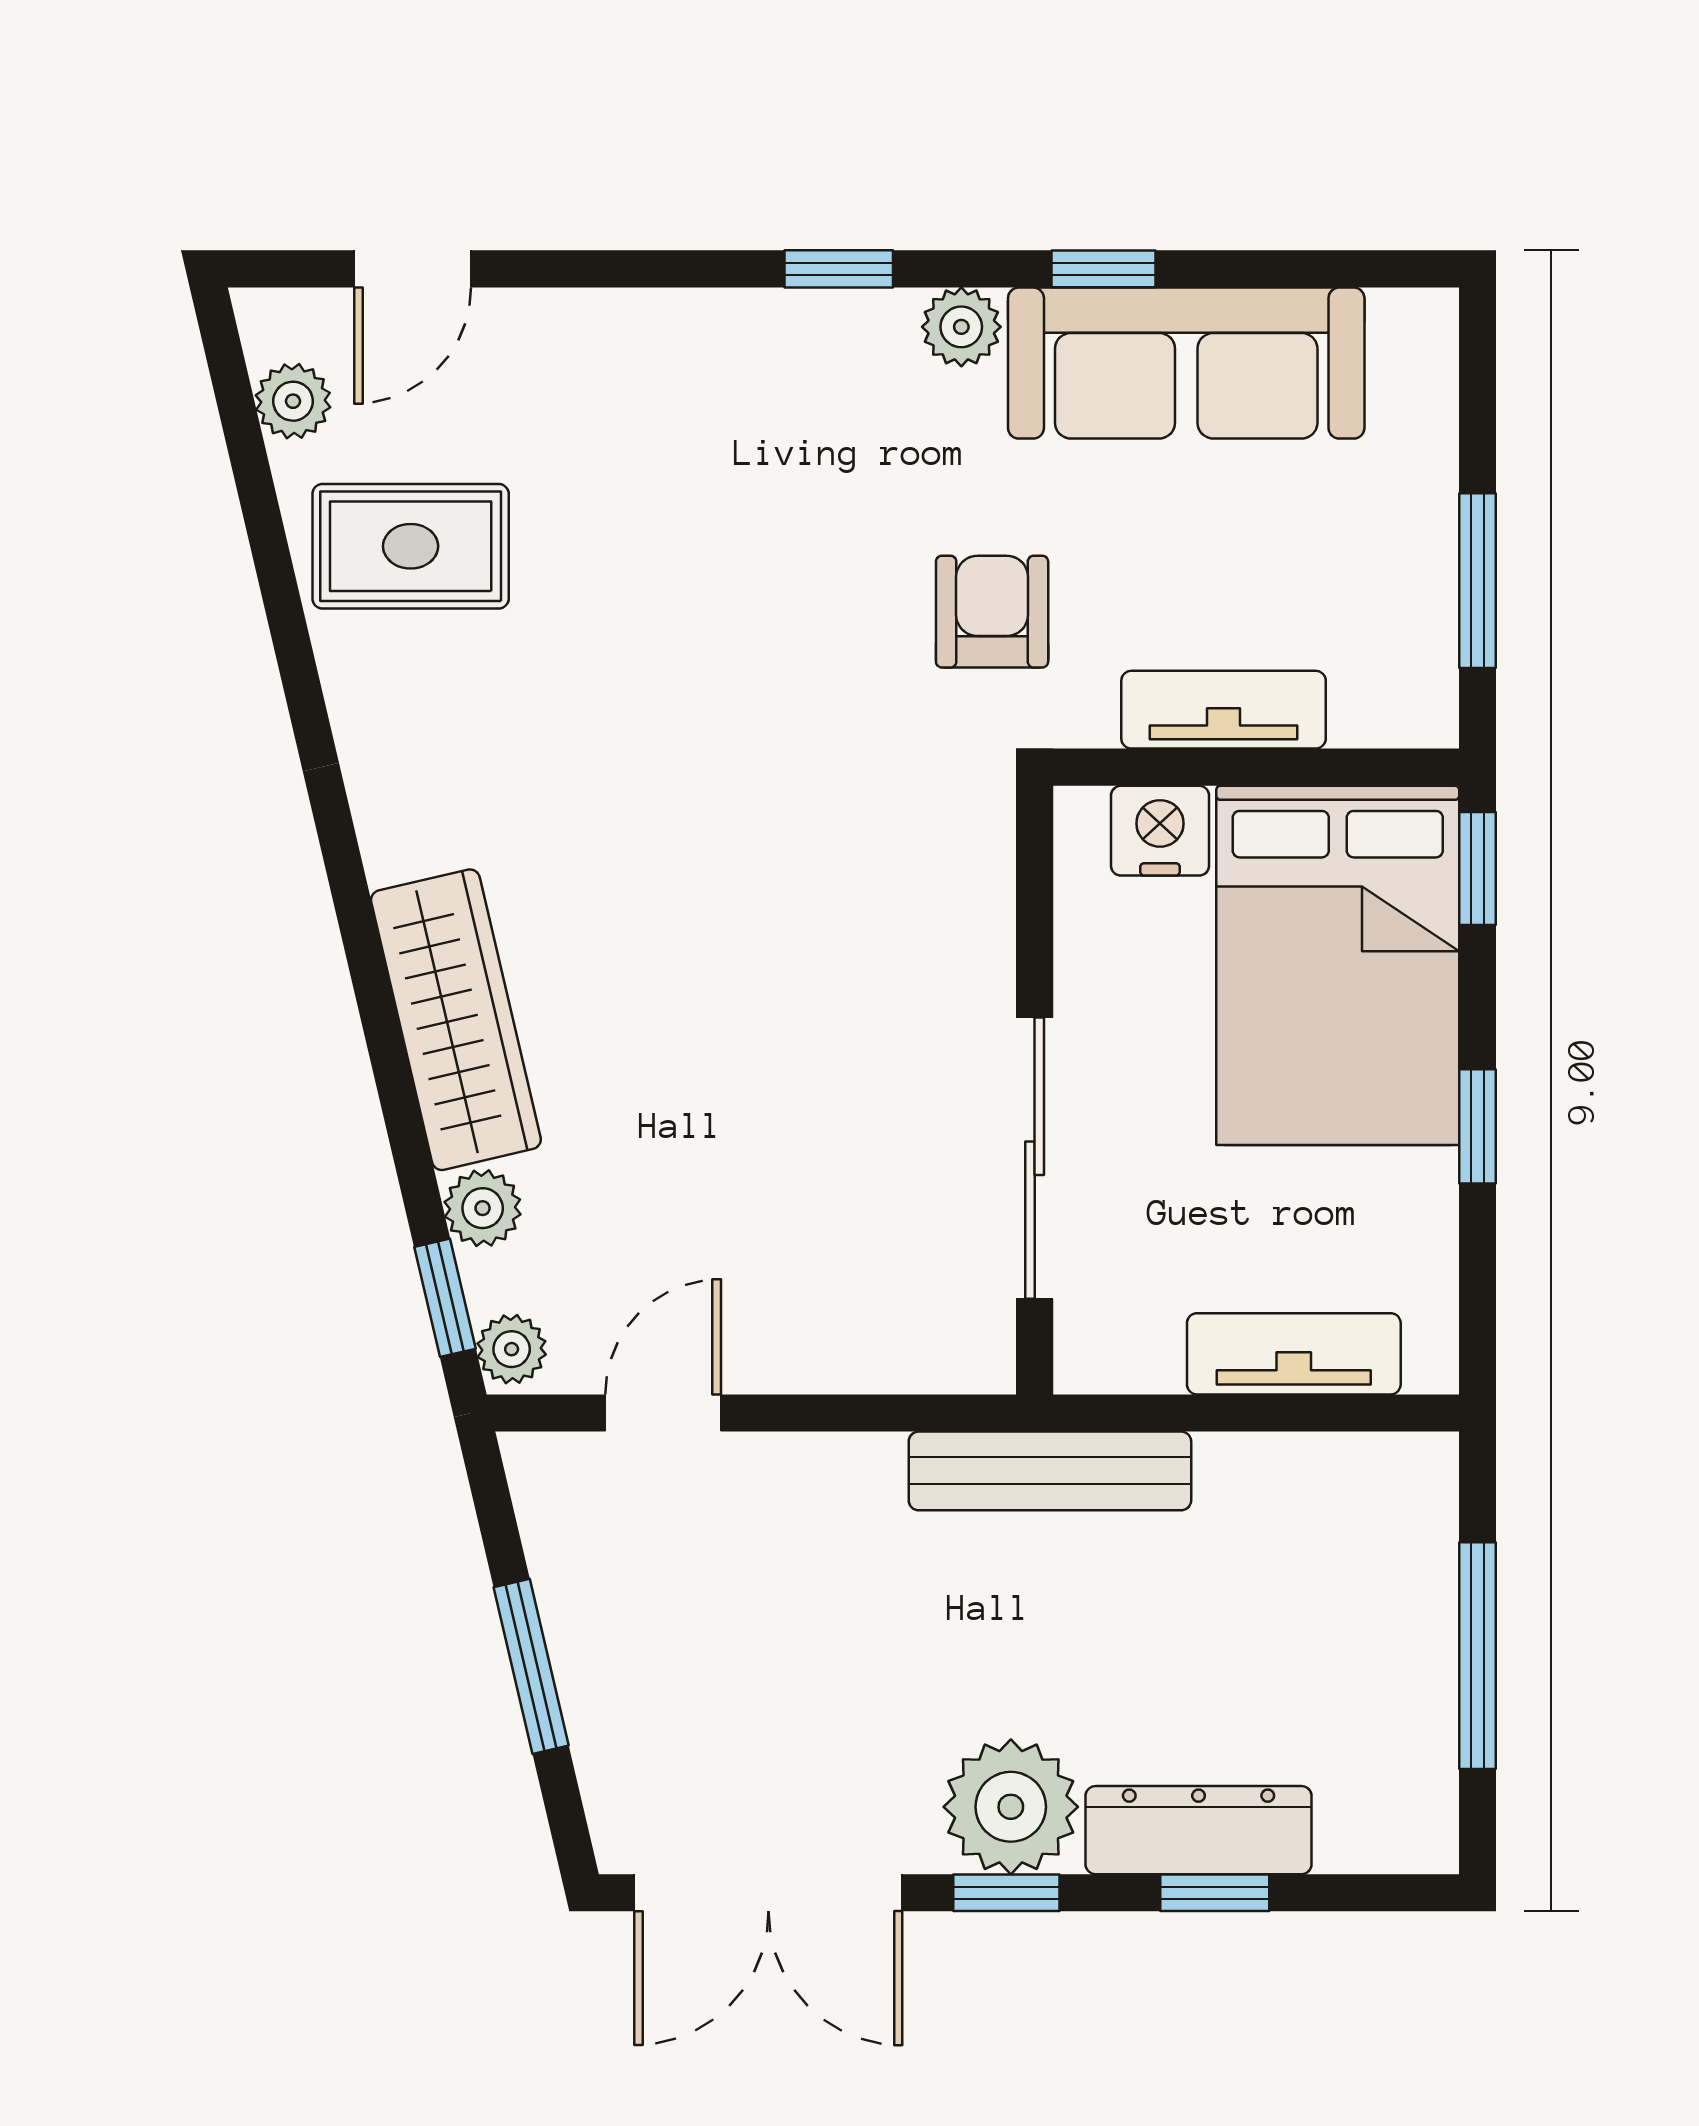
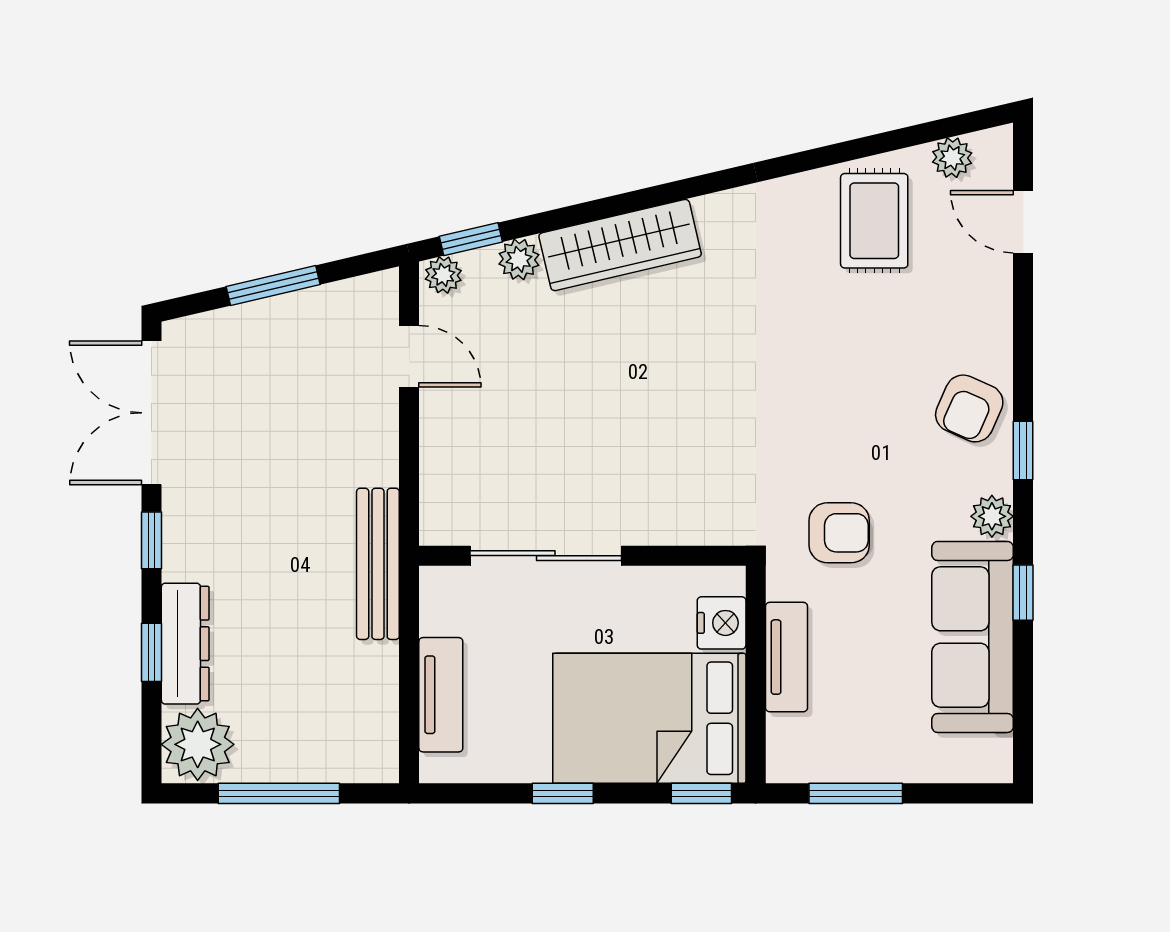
armchair: (760, 369) -> (969, 408), added
plant: (1011, 1807) -> (198, 744), moved

